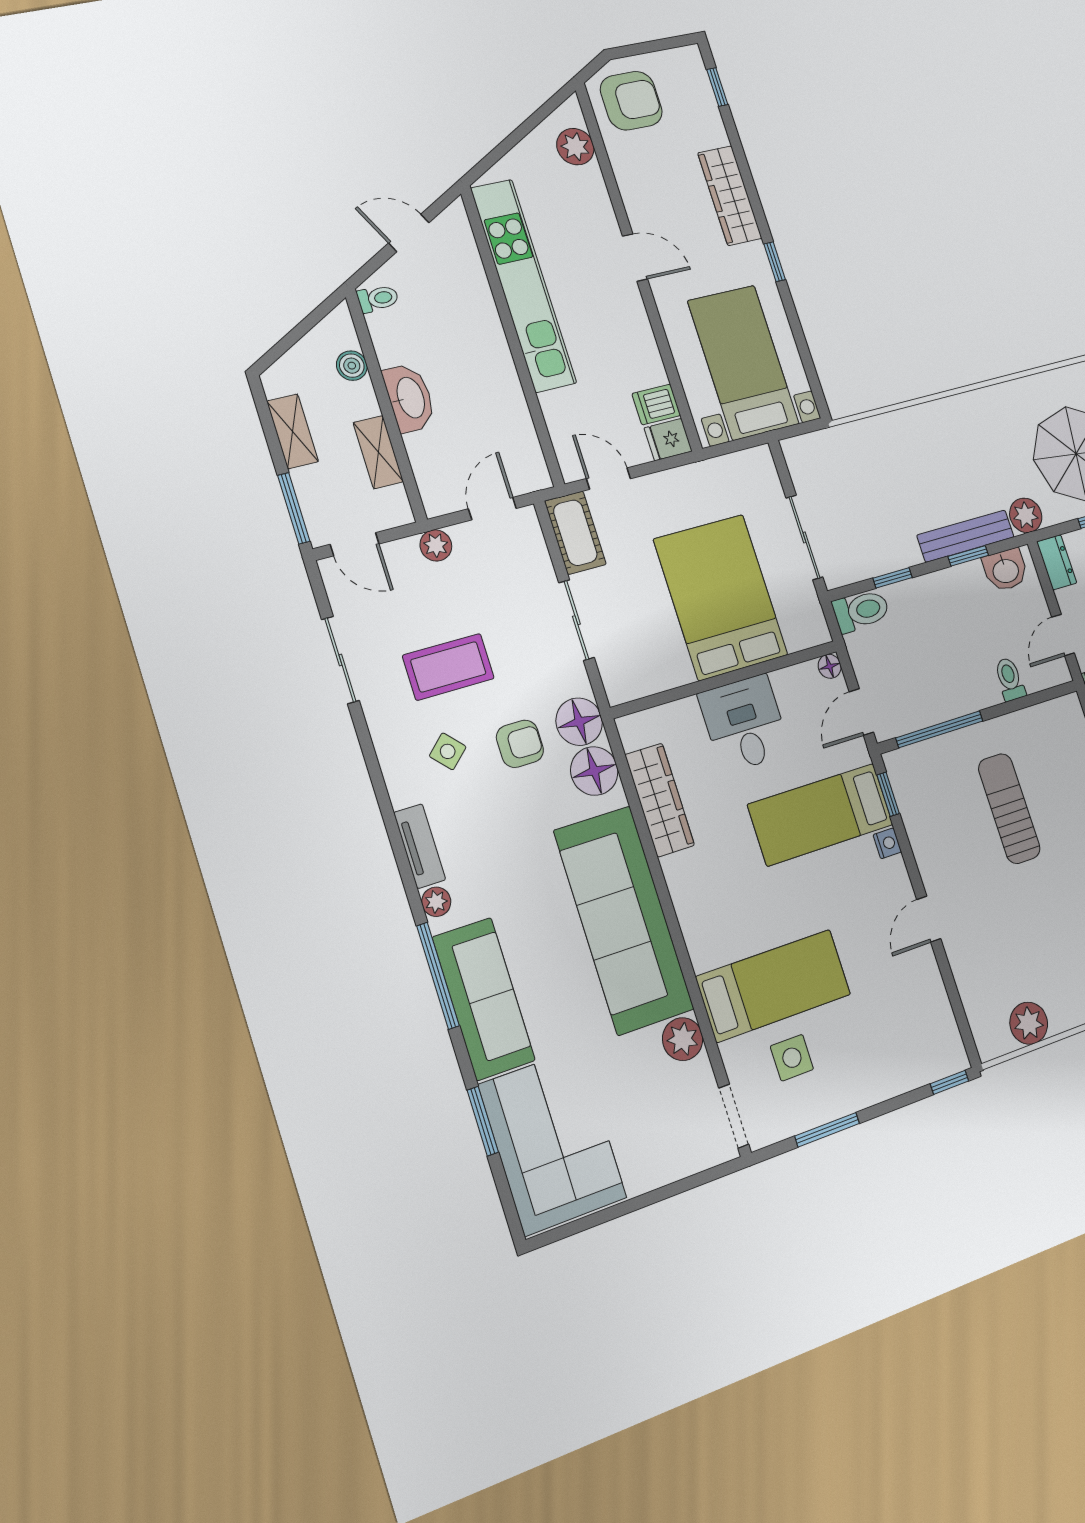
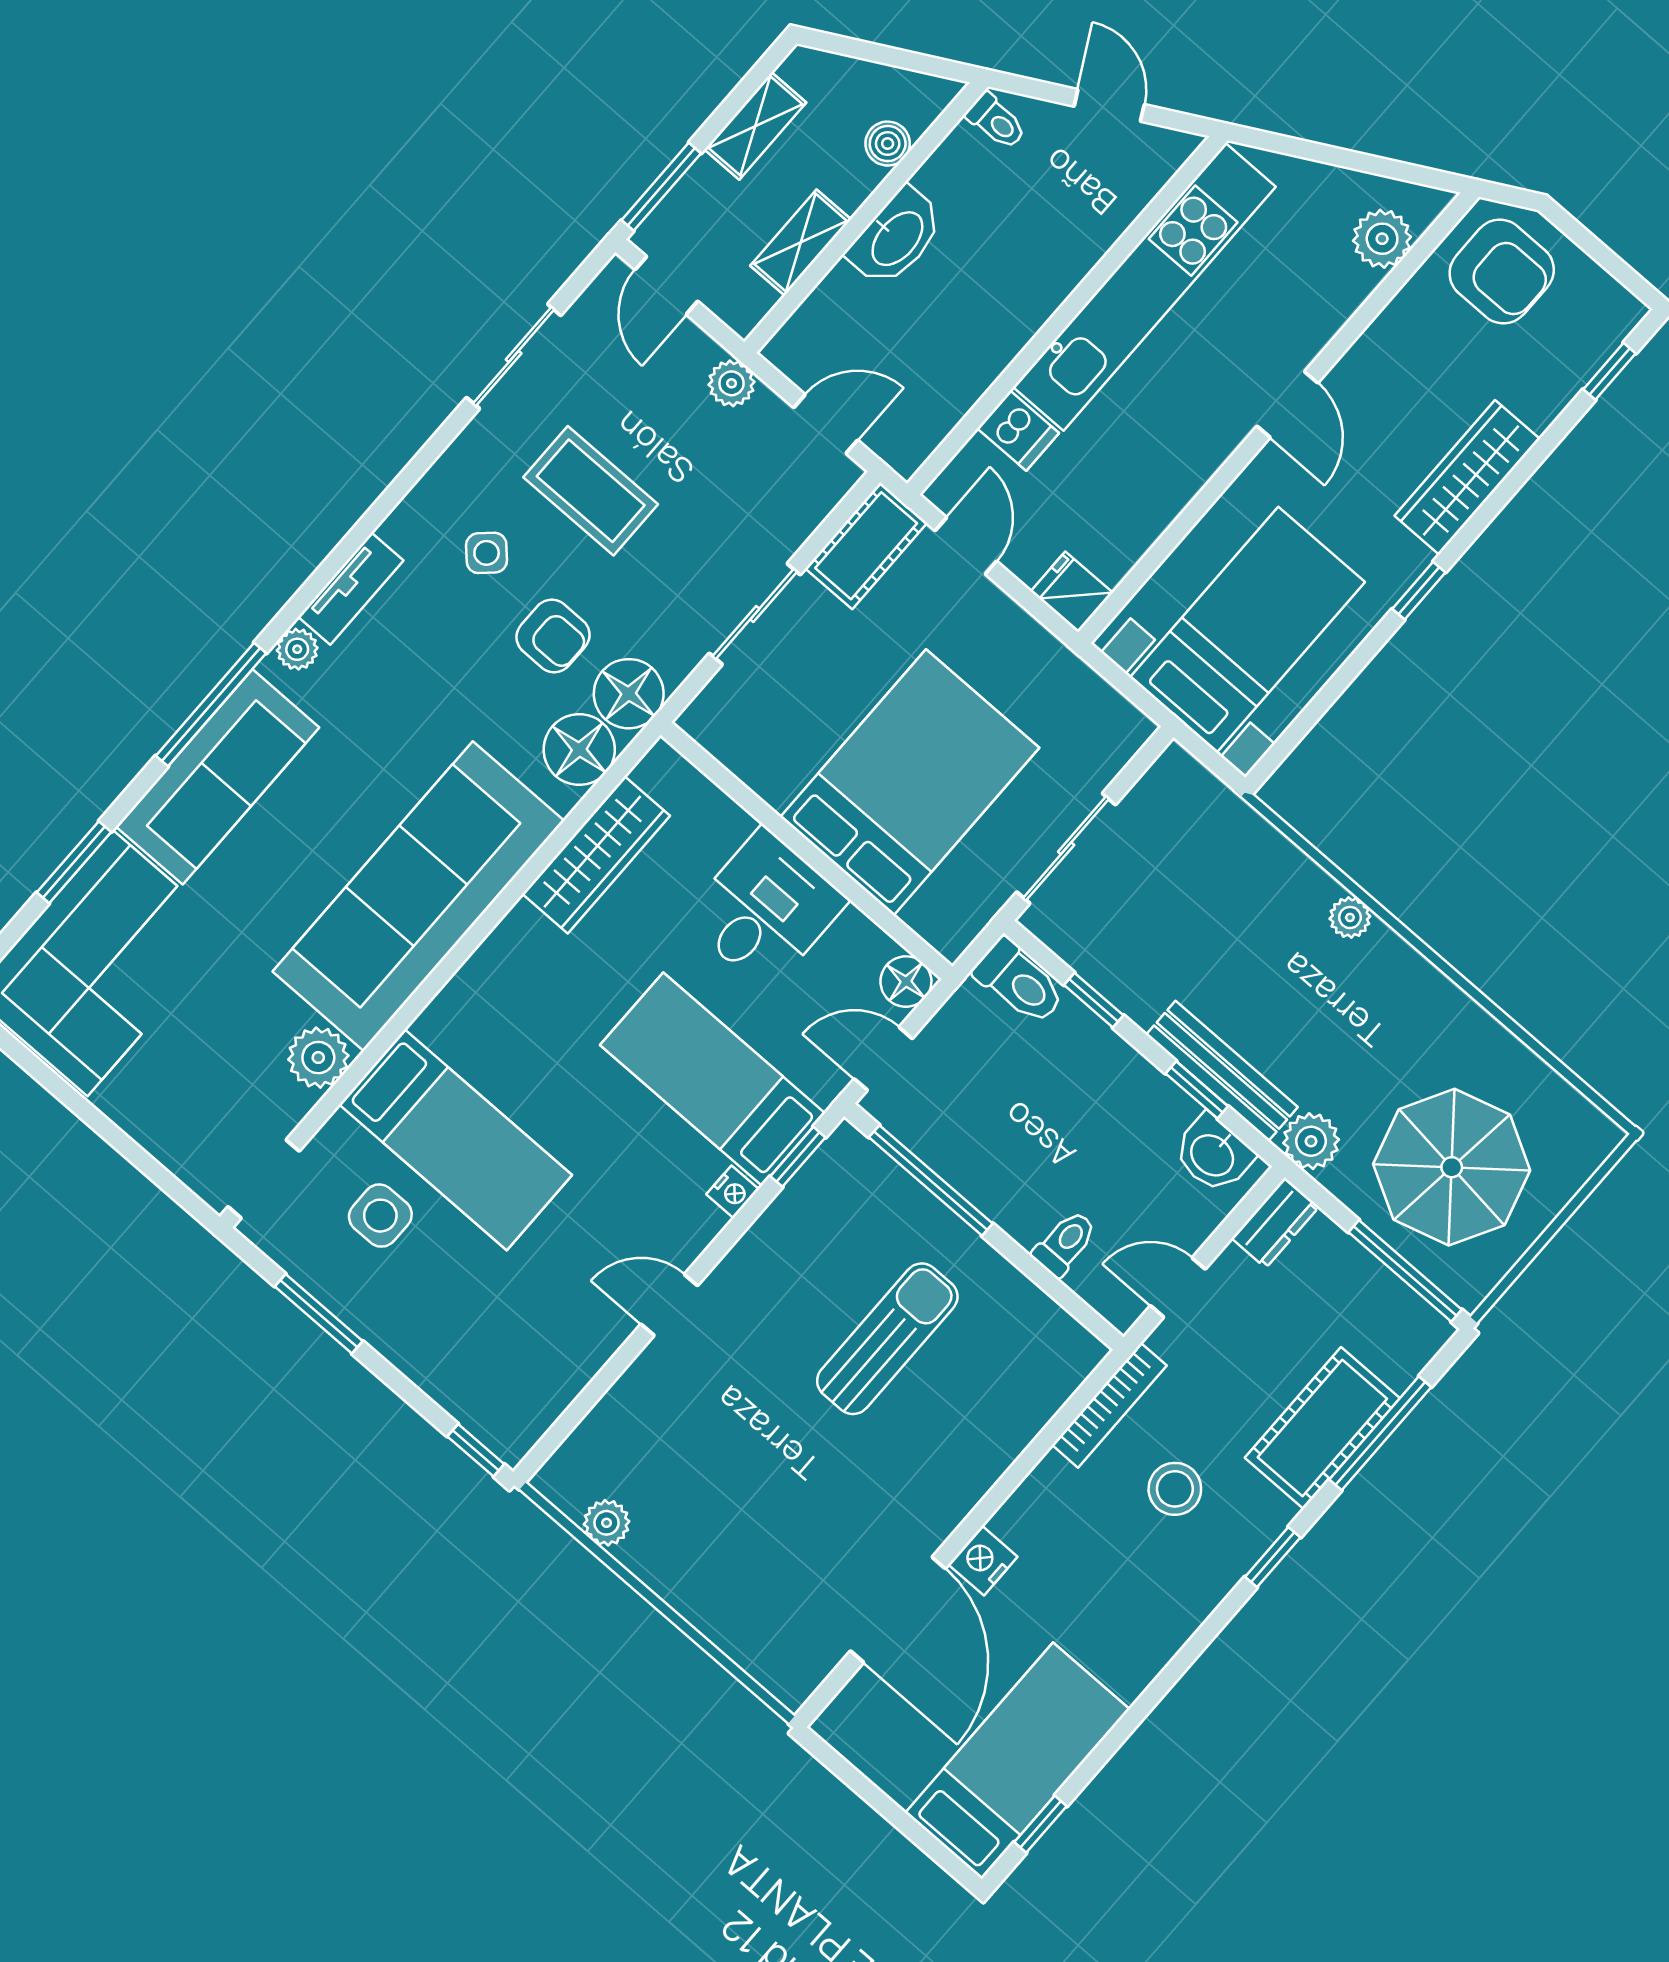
dishwasher: (656, 405) -> (1018, 431), moved, turned 180
plant: (923, 416) -> (1350, 917), added
floor lamp: (830, 666) -> (906, 982), width x1.37, depth x1.37
plant: (1029, 1023) -> (607, 1523), width x0.73, depth x0.73

